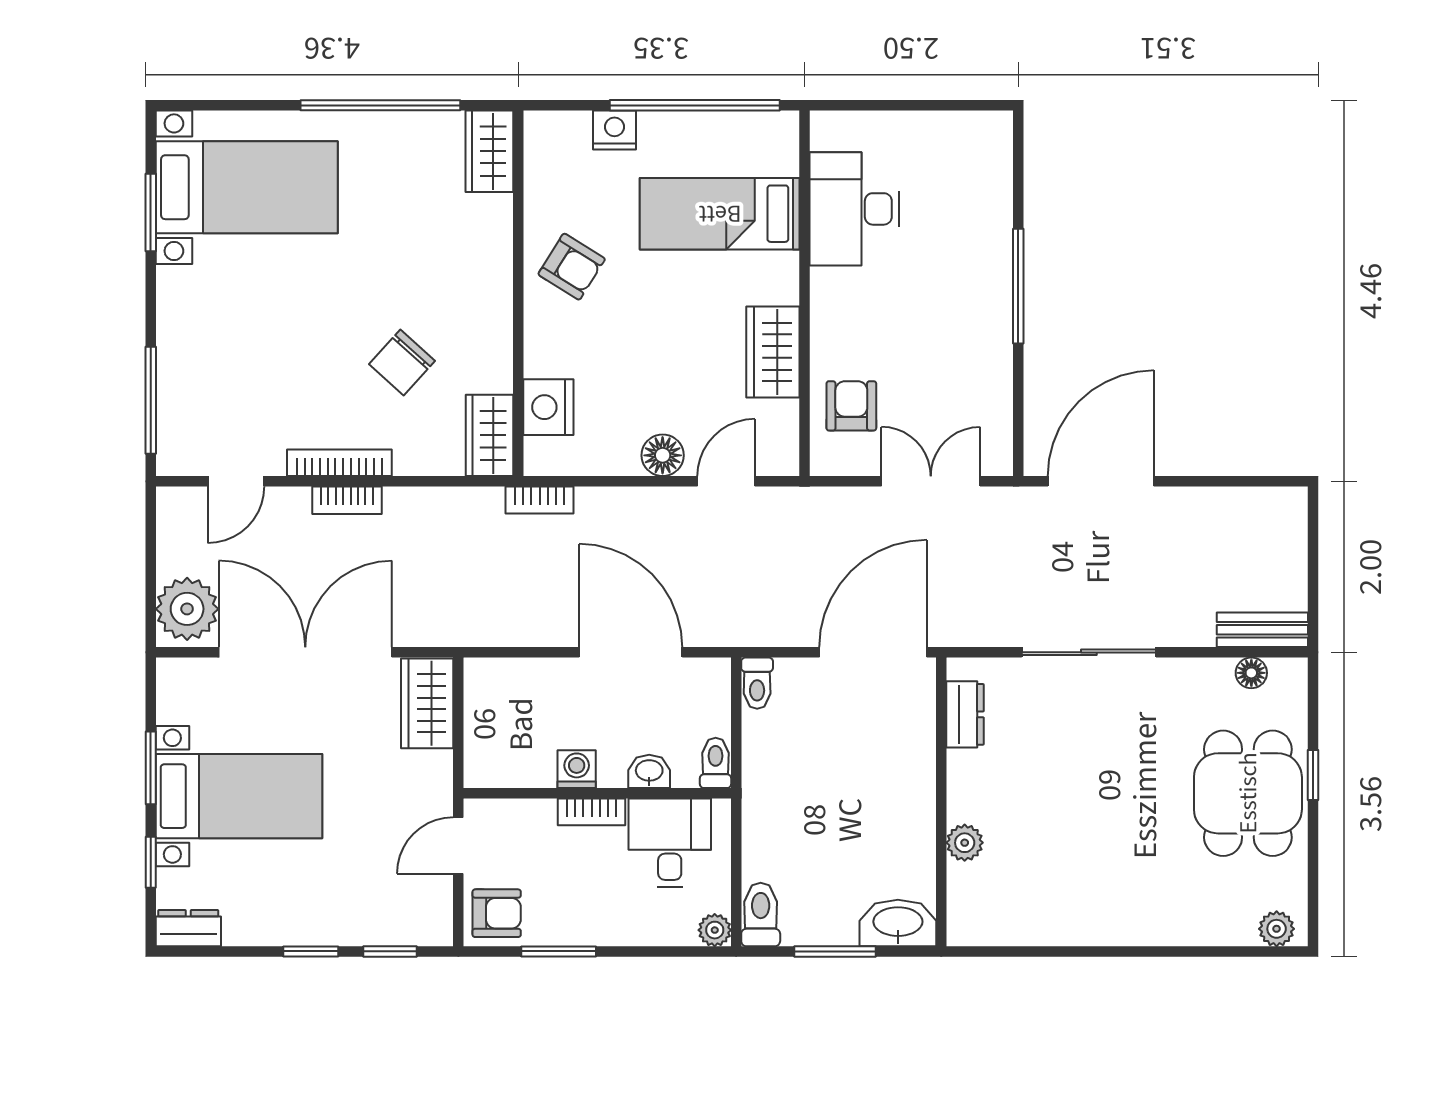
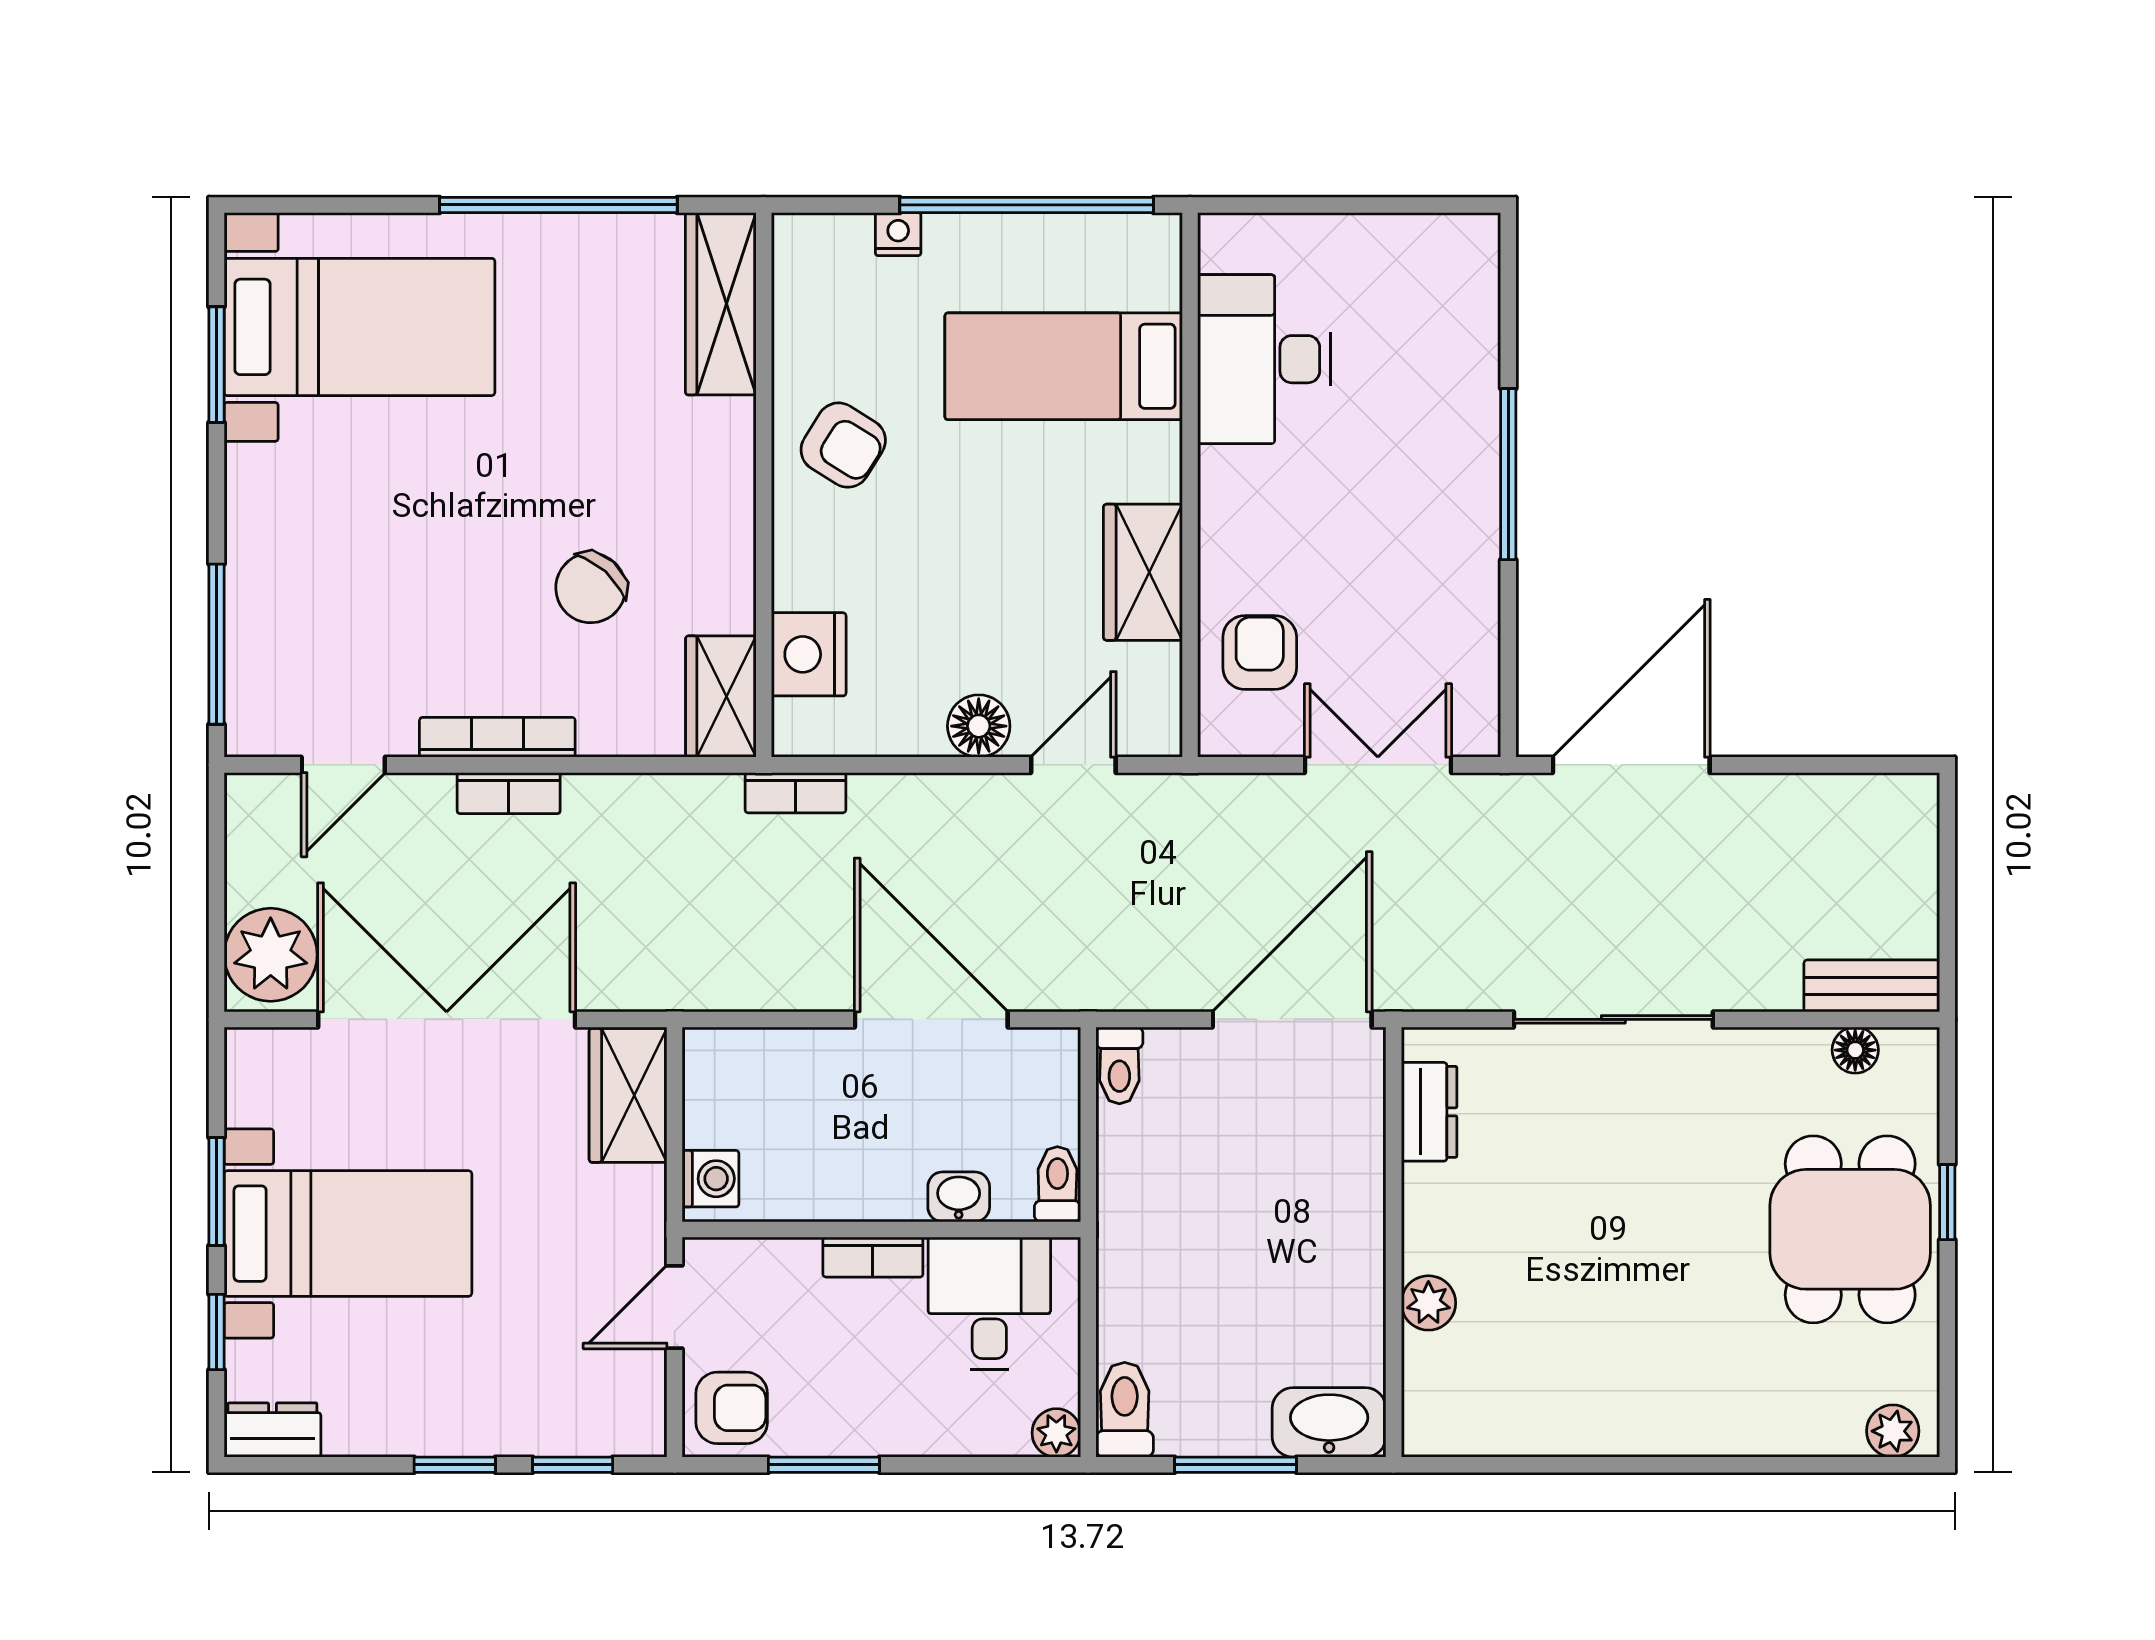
nightstand: (614, 130) -> (898, 234), width x0.72, depth x0.74
wardrobe: (489, 151) -> (721, 304), width x1.50
washing machine: (577, 769) -> (711, 1179), moved, turned 90

